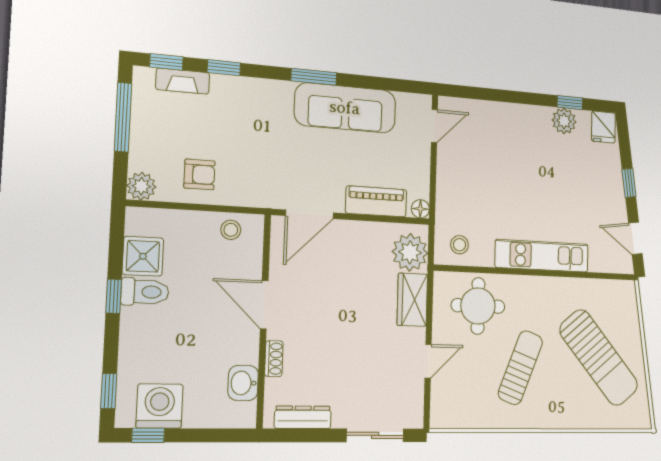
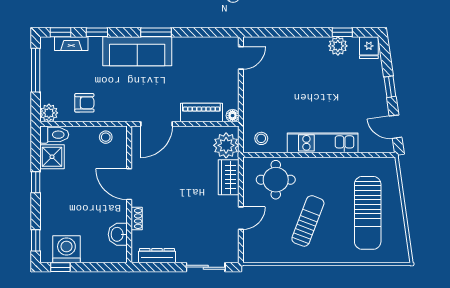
sofa: (345, 108) -> (137, 51), moved
toilet: (145, 292) -> (54, 135), moved
sun lounger: (599, 358) -> (368, 213), turned 40

